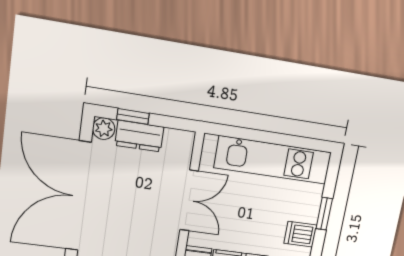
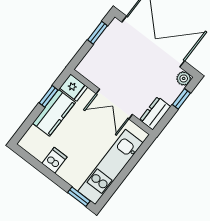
dresser: (139, 136) -> (155, 113), moved
window: (324, 214) -> (79, 197), moved

